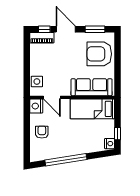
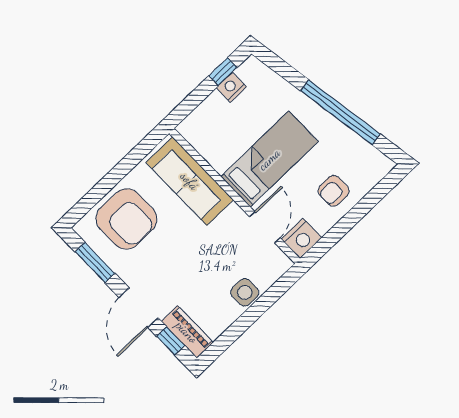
side table: (37, 81) -> (245, 292), moved
bed: (92, 109) -> (269, 159), moved, turned -90
nightstand: (109, 144) -> (231, 87), moved

